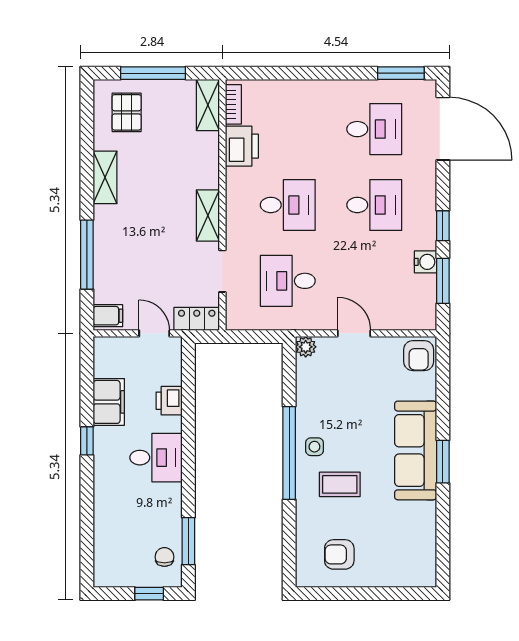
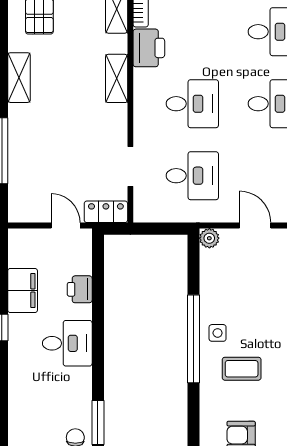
shelving: (208, 215) -> (117, 78), moved
desk: (288, 281) -> (192, 176), turned 180
filing cabinet: (108, 316) -> (22, 209), removed

